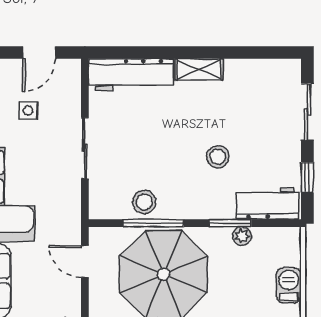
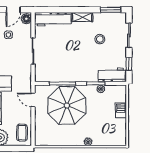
window: (264, 53) -> (110, 10), added
floor lamp: (70, 73) -> (26, 19), added
stool: (218, 157) -> (100, 39), moved
stool: (144, 202) -> (59, 74), removed

